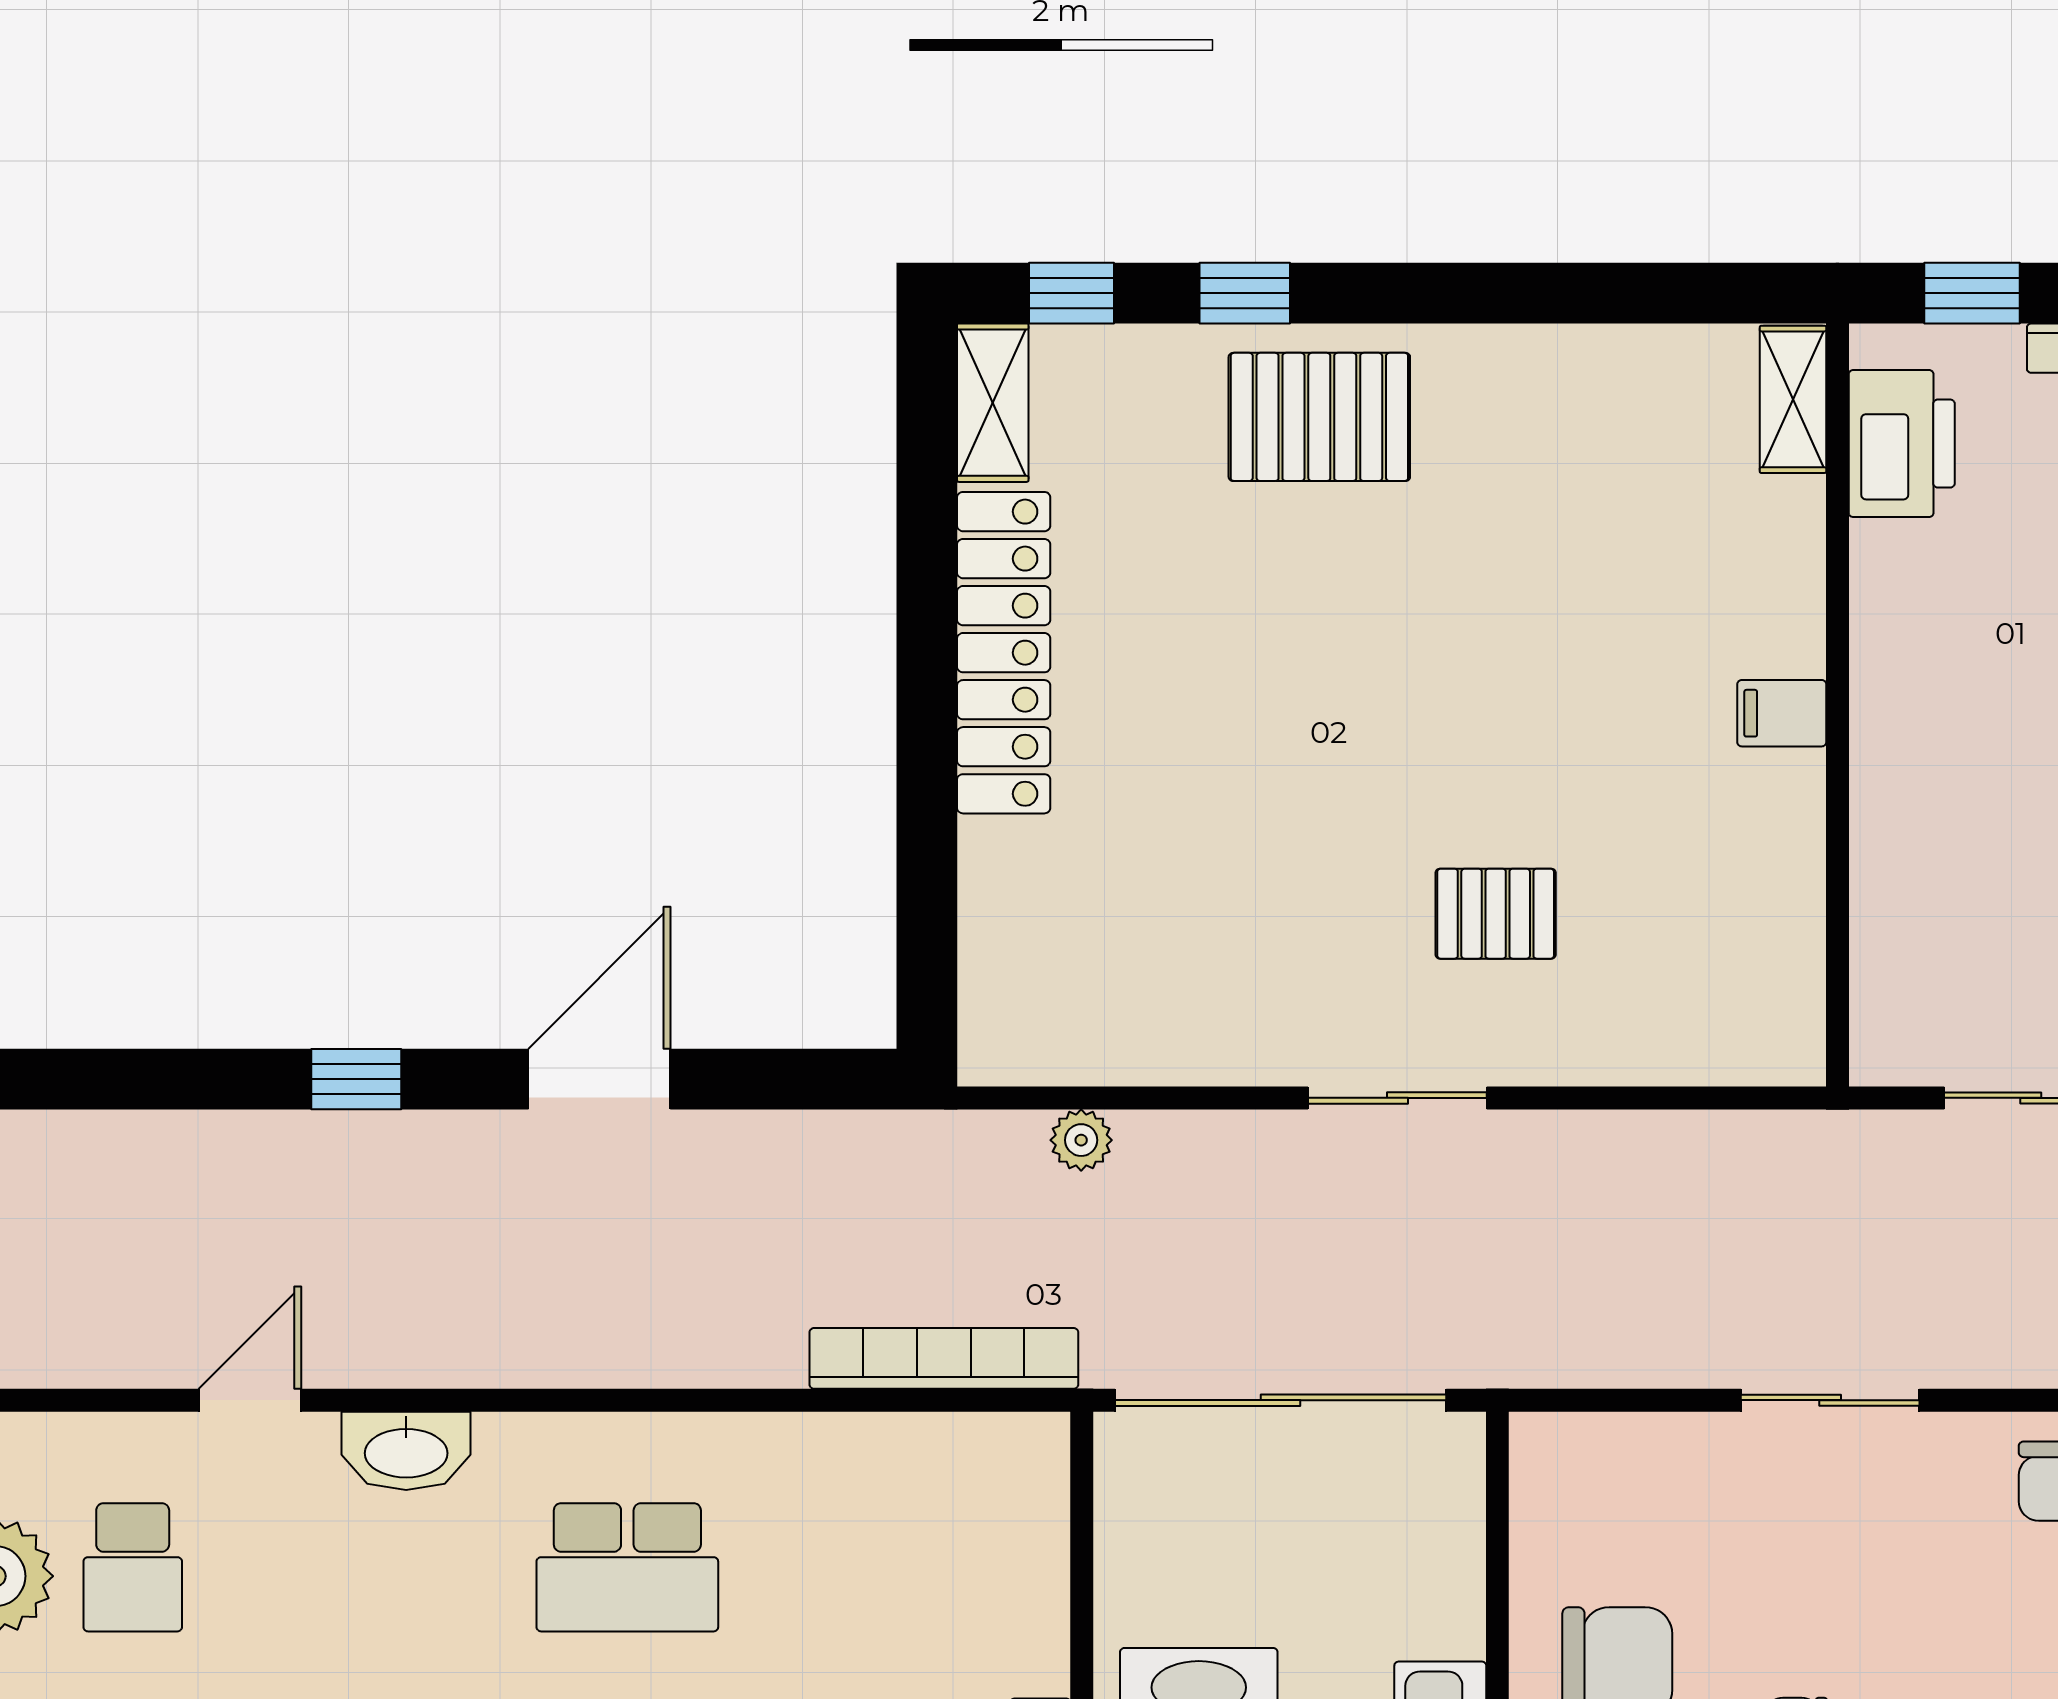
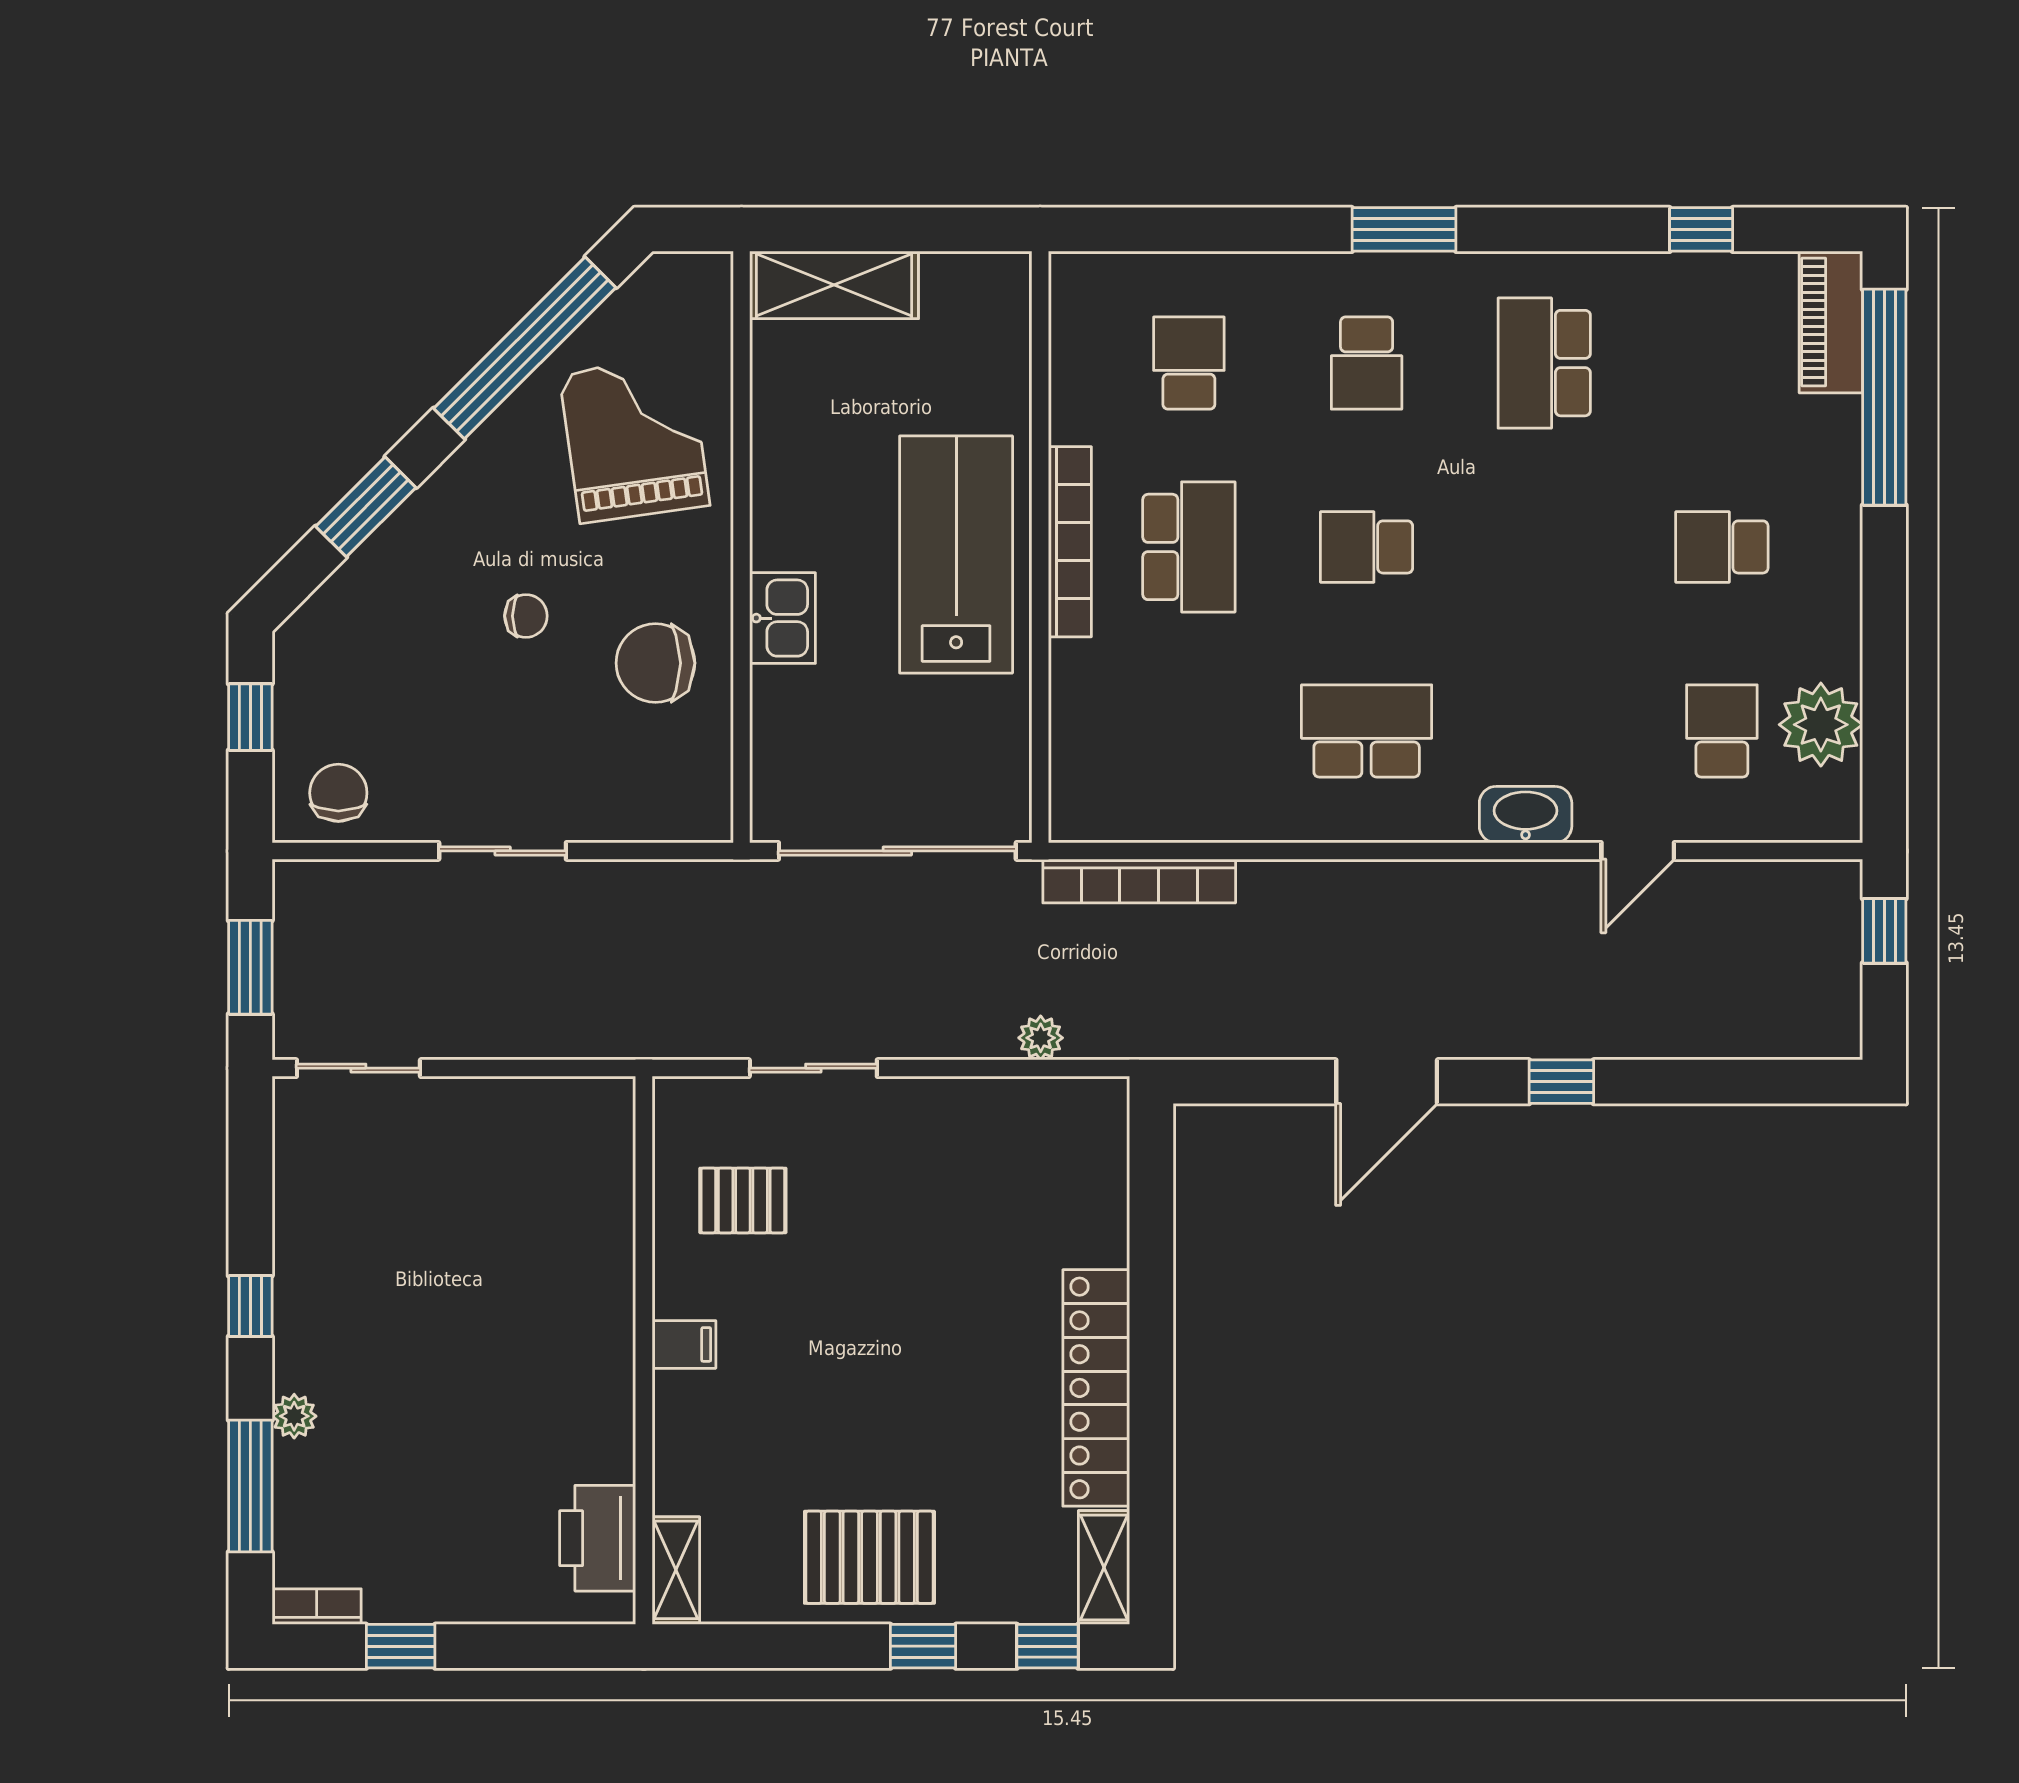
shelving: (1793, 399) -> (676, 1570), moved
printer: (1902, 444) -> (598, 1538), moved
wall: (1837, 705) -> (644, 1350), moved
filing cabinet: (1782, 713) -> (684, 1344), moved

